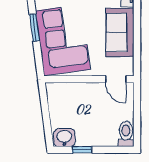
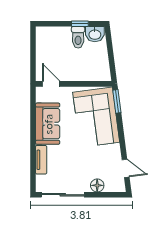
window: (34, 28) -> (117, 101), moved
toilet: (126, 134) -> (78, 37), moved

